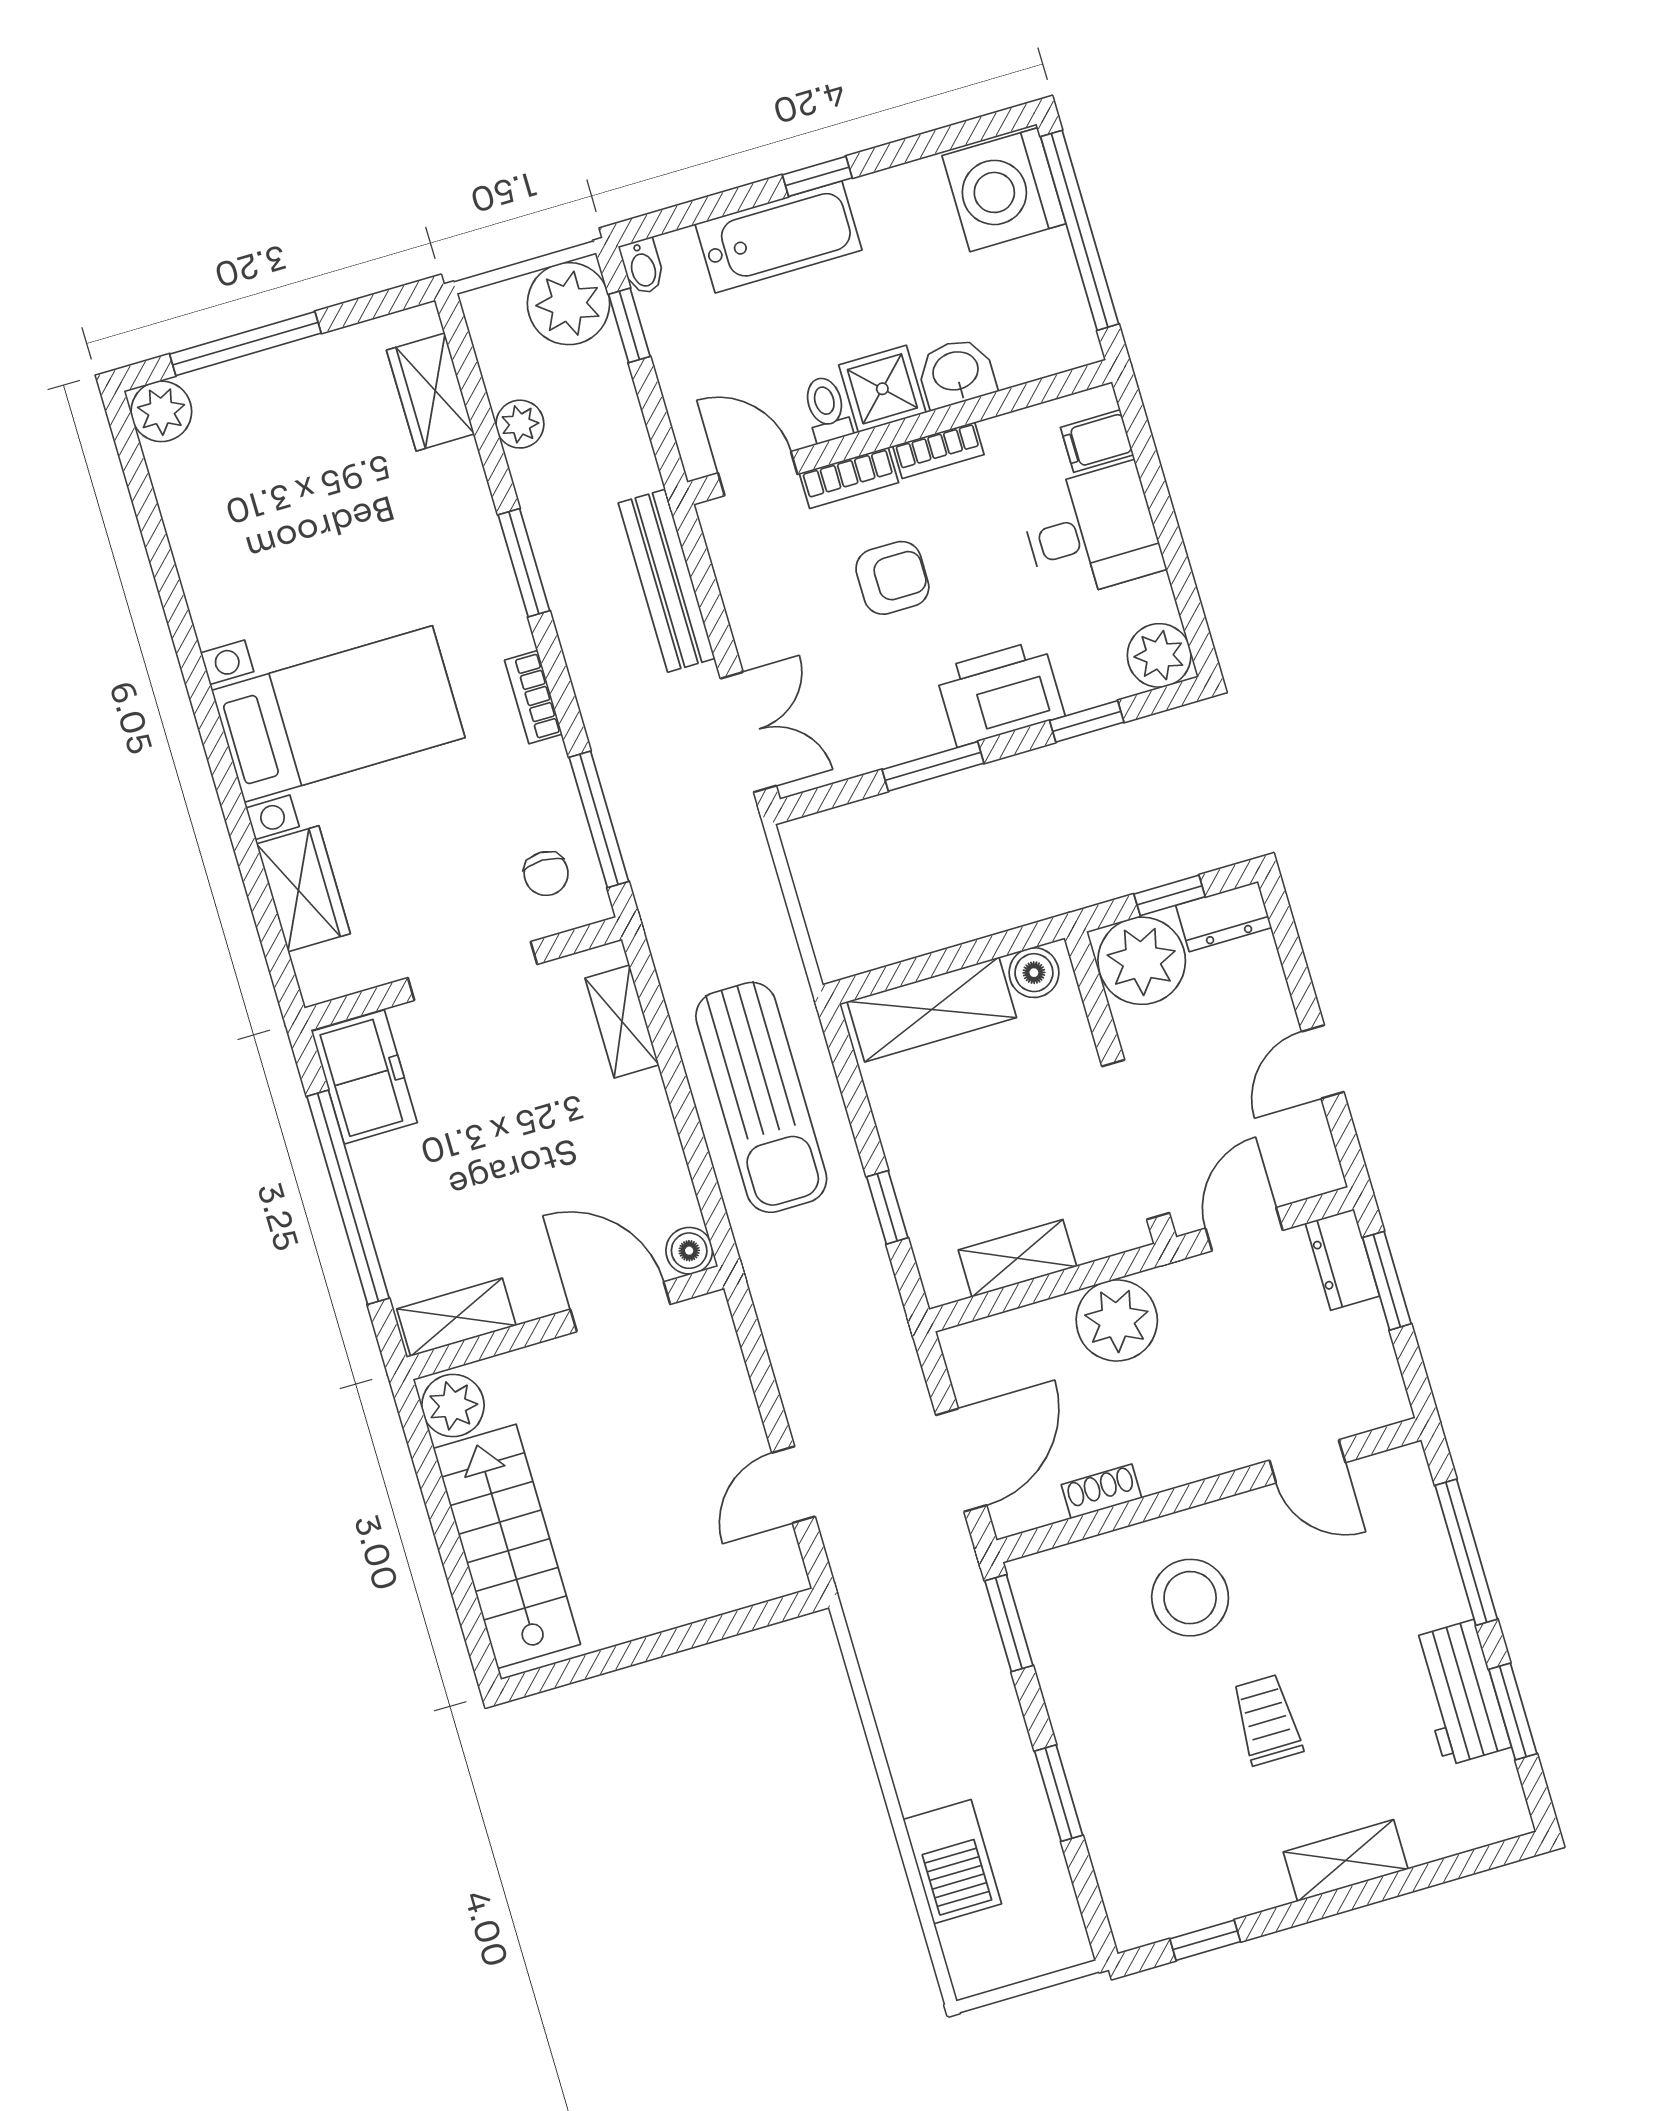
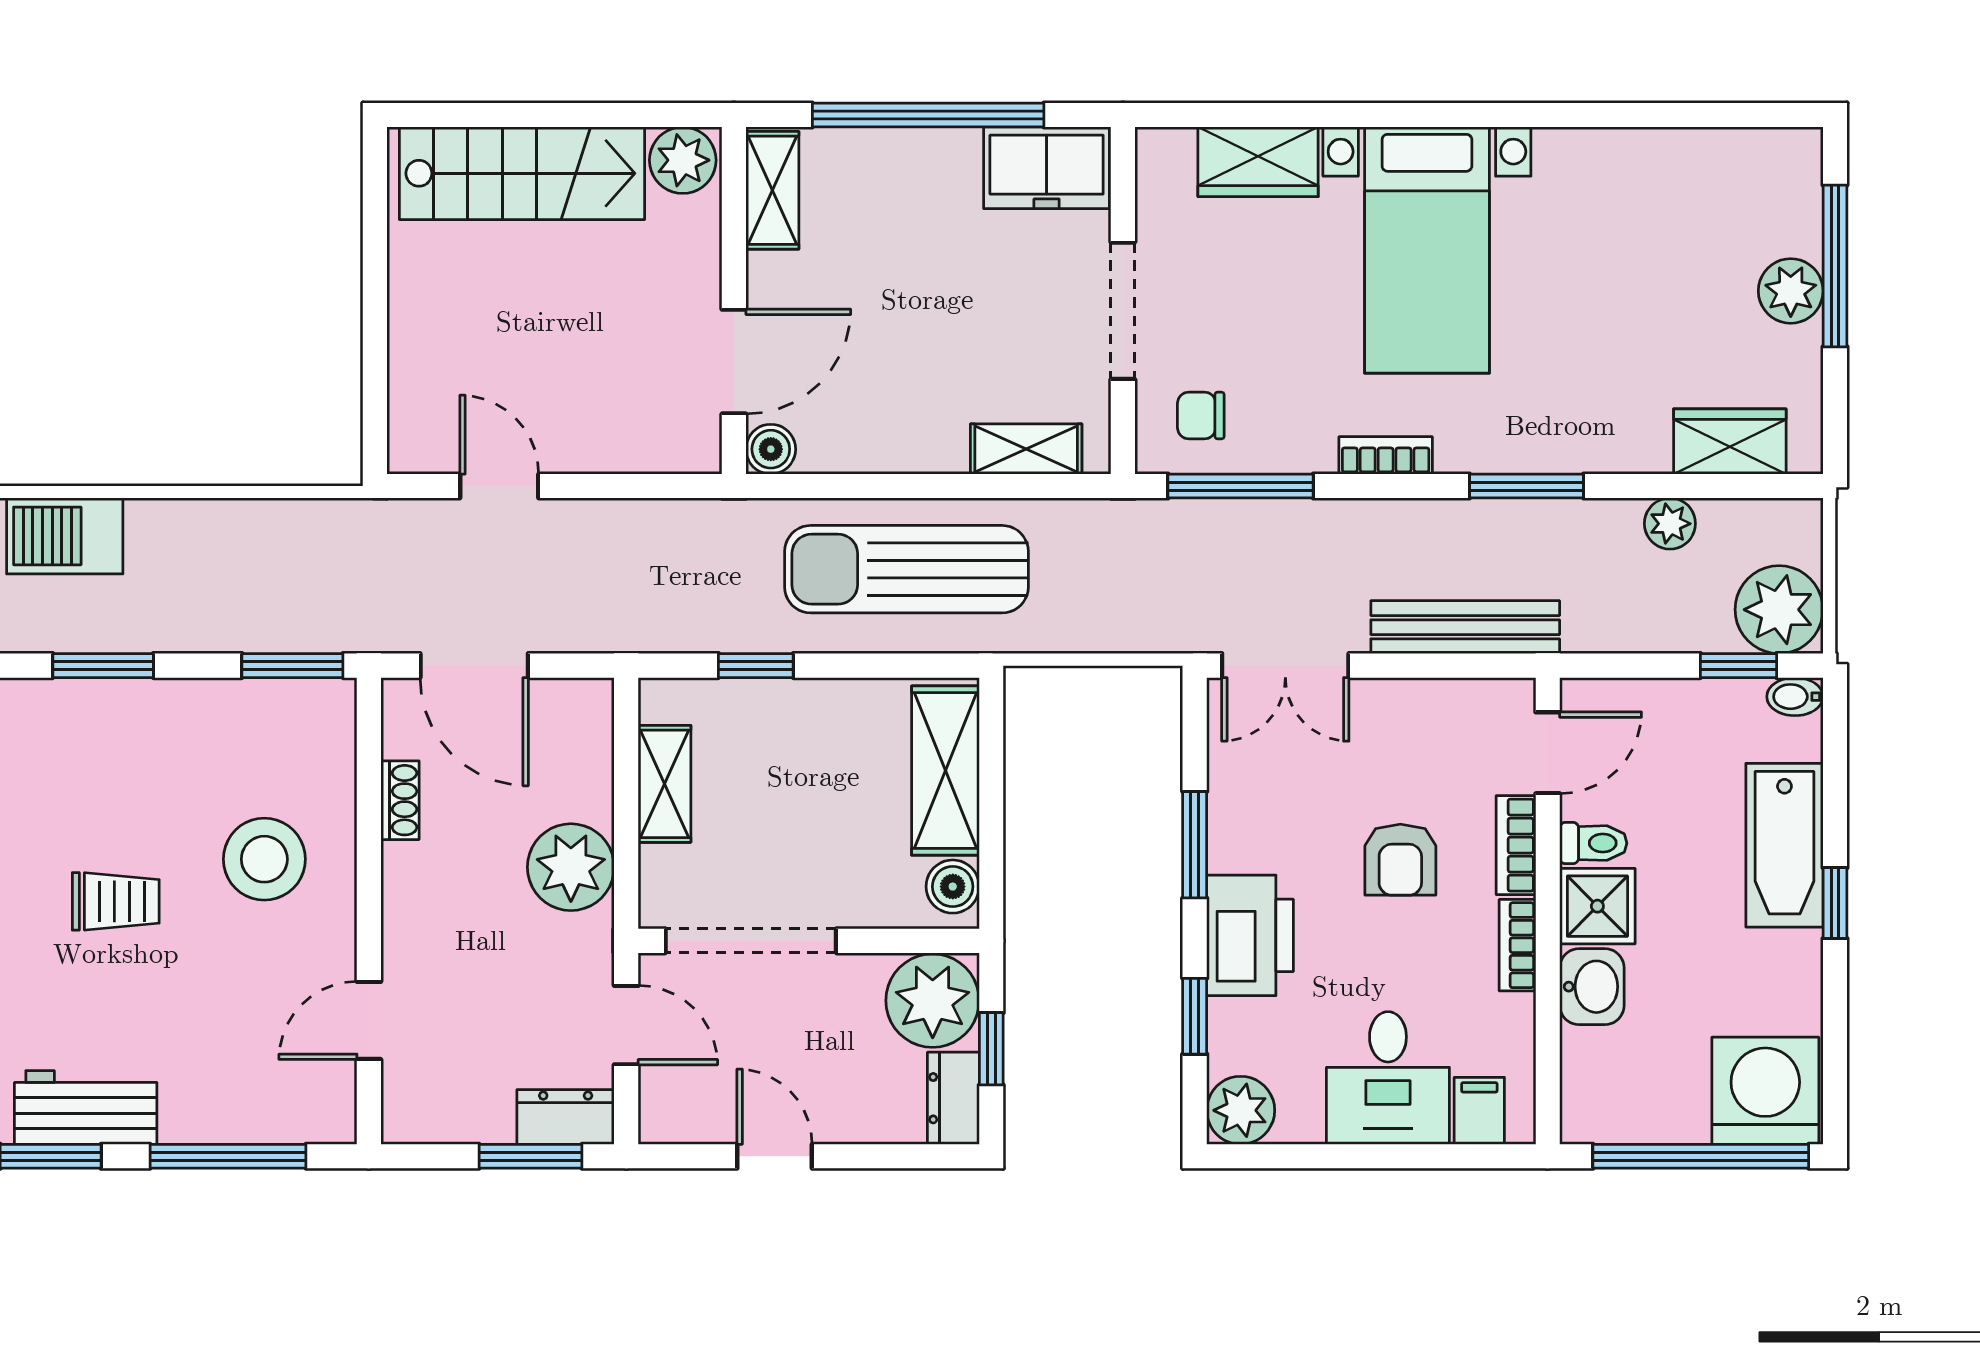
plant: (161, 411) -> (1791, 291), moved

